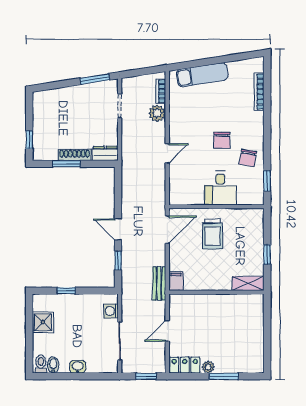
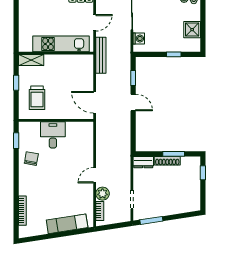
chair: (222, 140) -> (52, 173), removed
door: (167, 153) -> (95, 175), moved
door: (167, 230) -> (95, 102), hinge flipped
trolley: (213, 234) -> (37, 98), moved, turned 180
filing cabinet: (176, 281) -> (88, 62), removed
bench: (159, 283) -> (101, 55), width x1.36
kitchen unit: (210, 304) -> (61, 44), added

